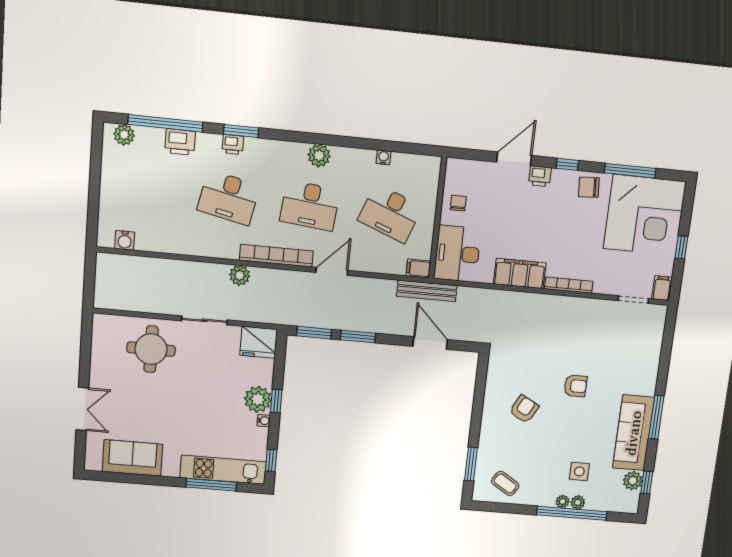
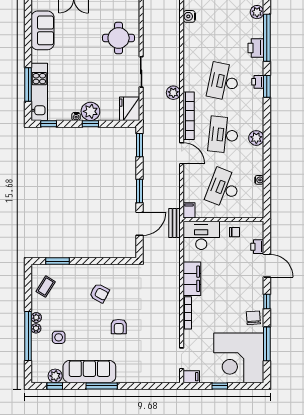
printer: (540, 176) -> (257, 247), moved
bench: (427, 291) -> (175, 223), width x0.73
window: (358, 337) -> (139, 191), moved
plant: (578, 502) -> (36, 317), moved

